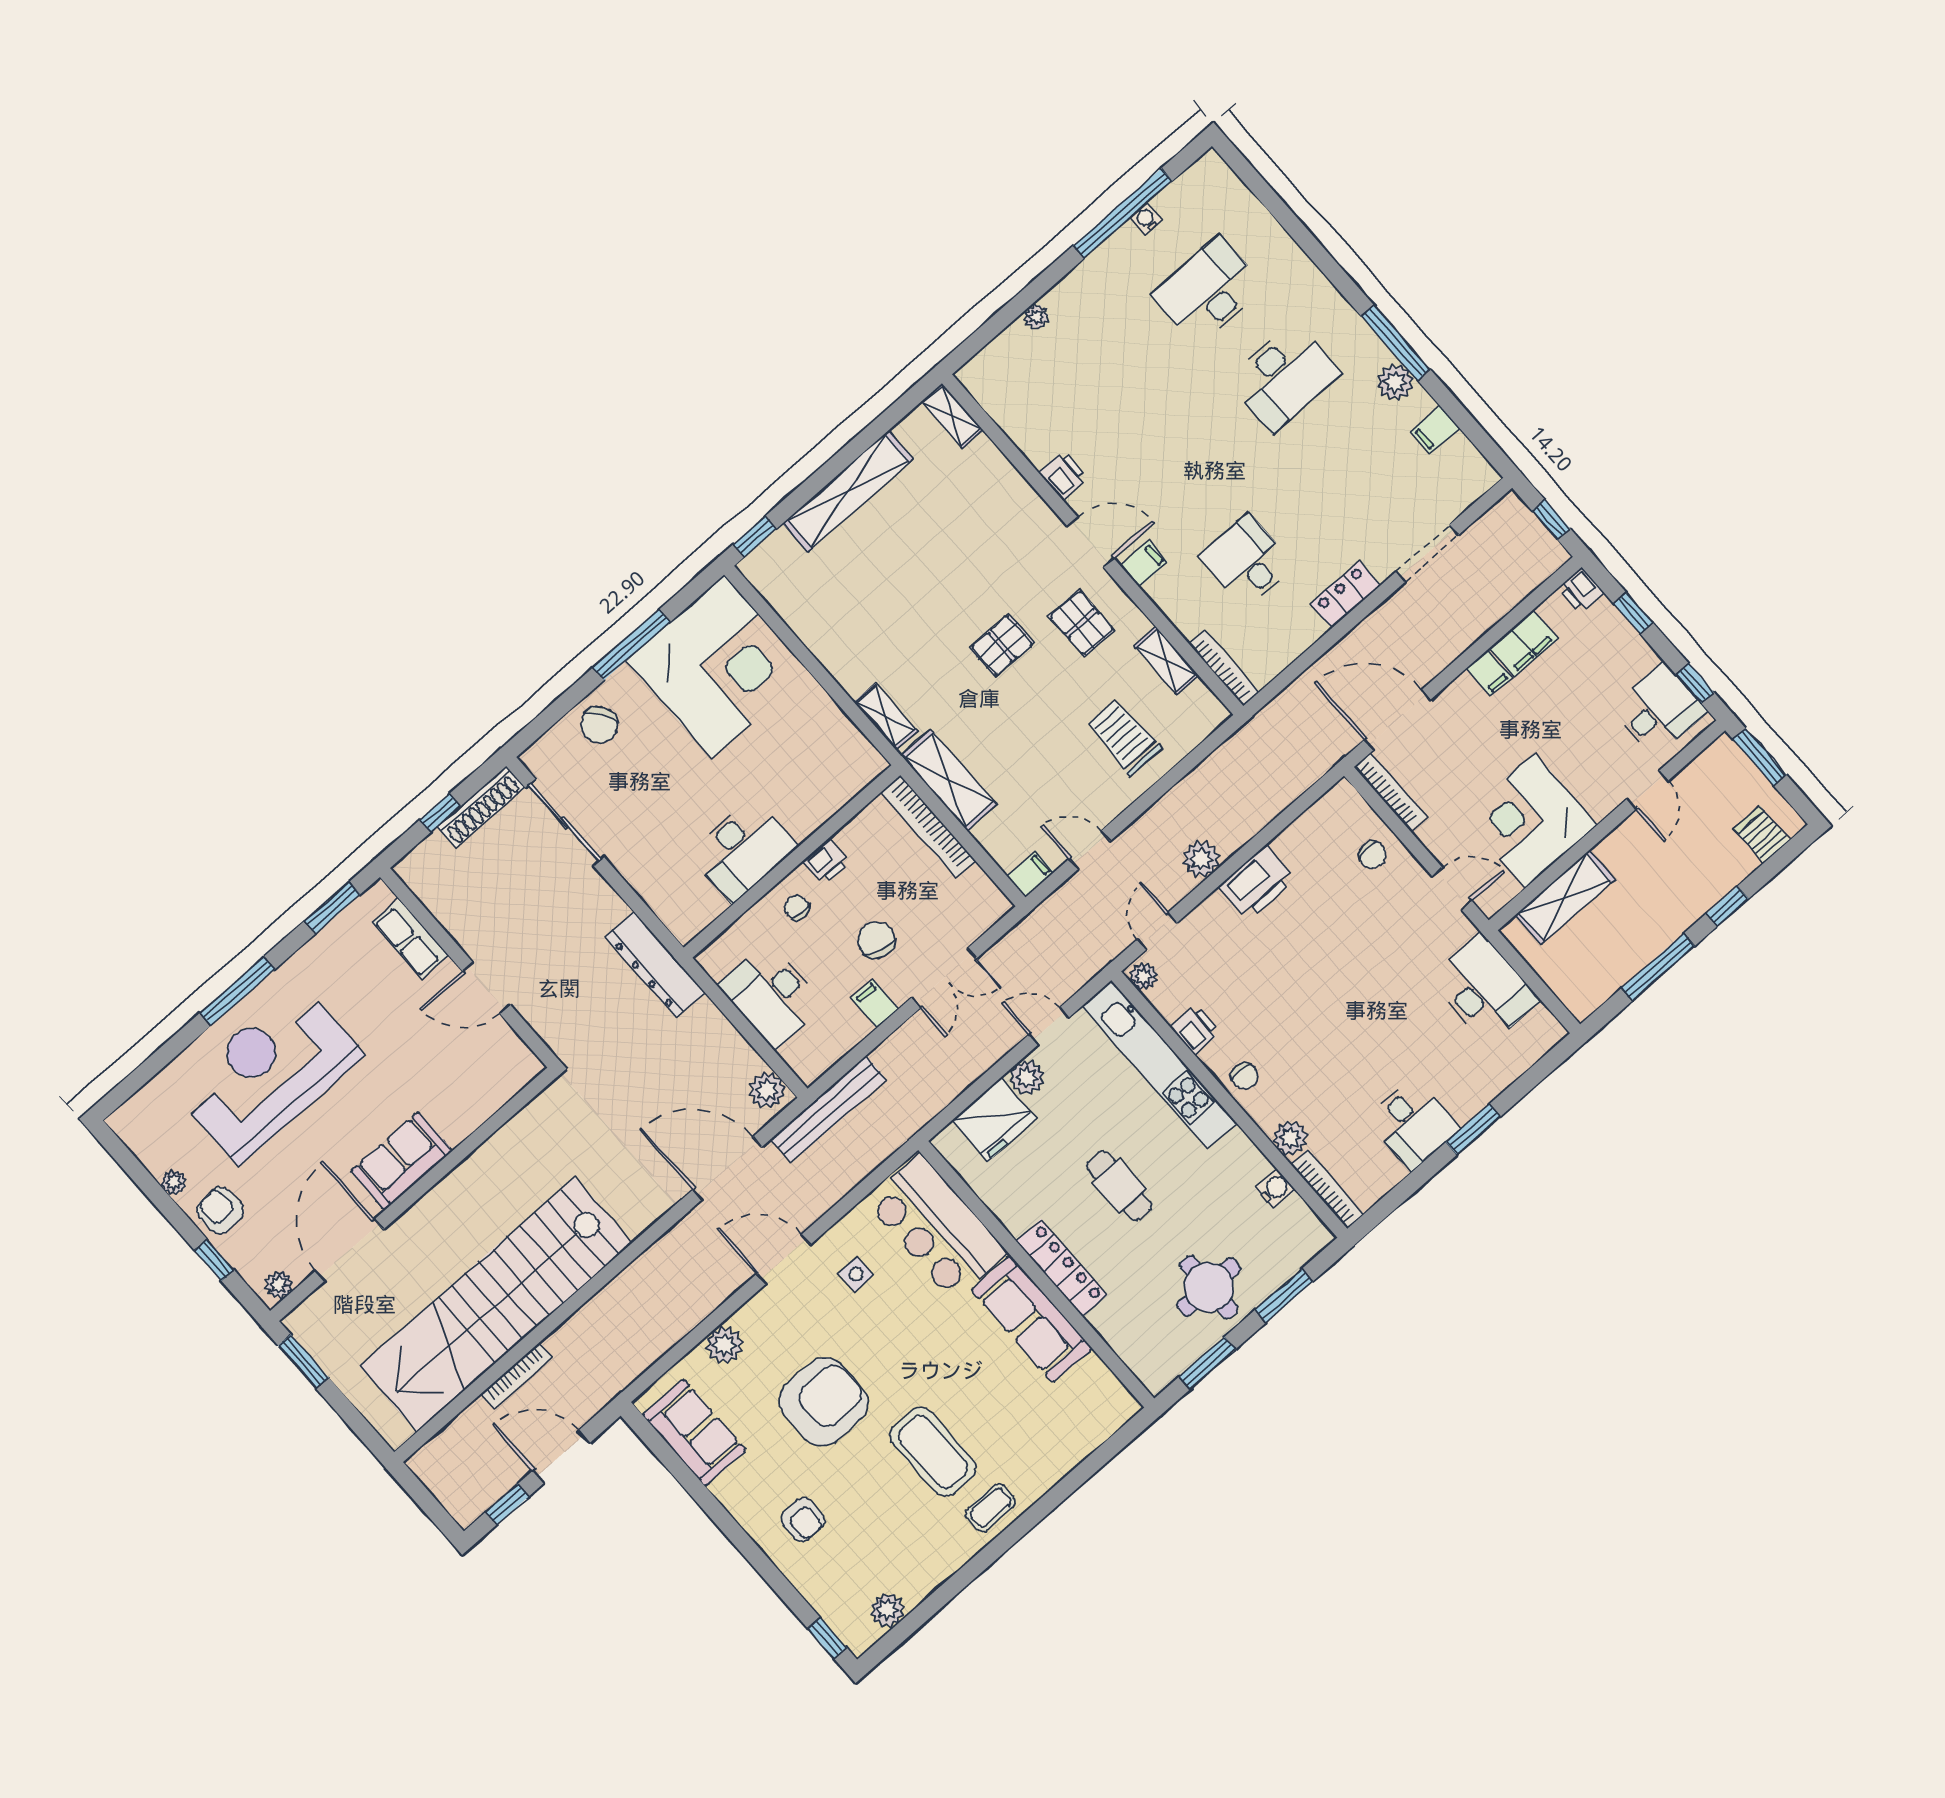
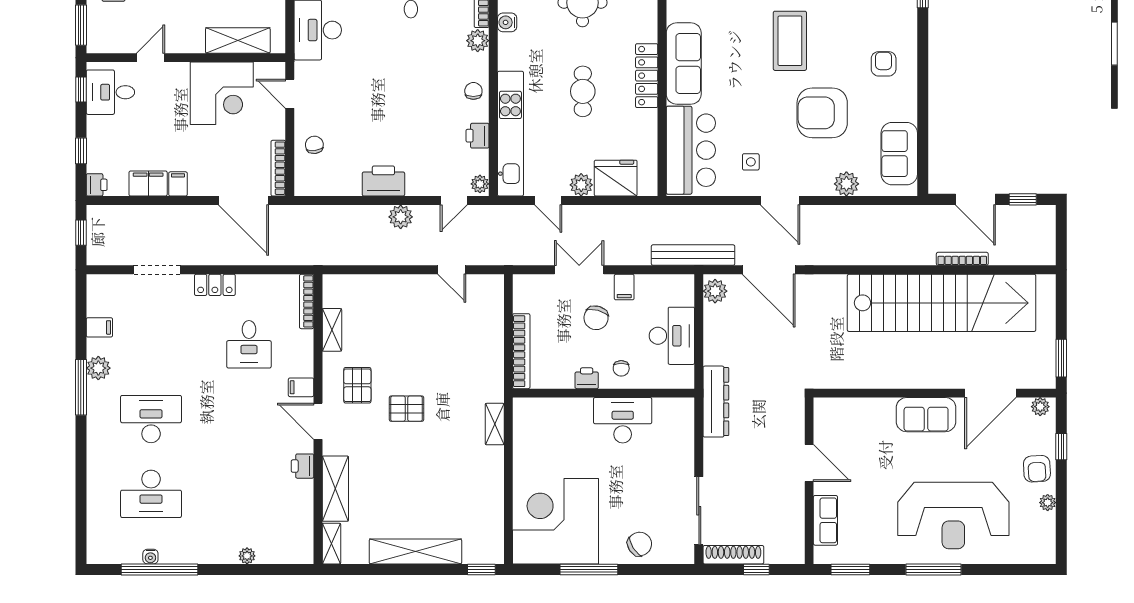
trolley: (1124, 737) -> (386, 311), removed
shelving: (949, 780) -> (335, 489), moved
filing cabinet: (1030, 874) -> (491, 284), removed

